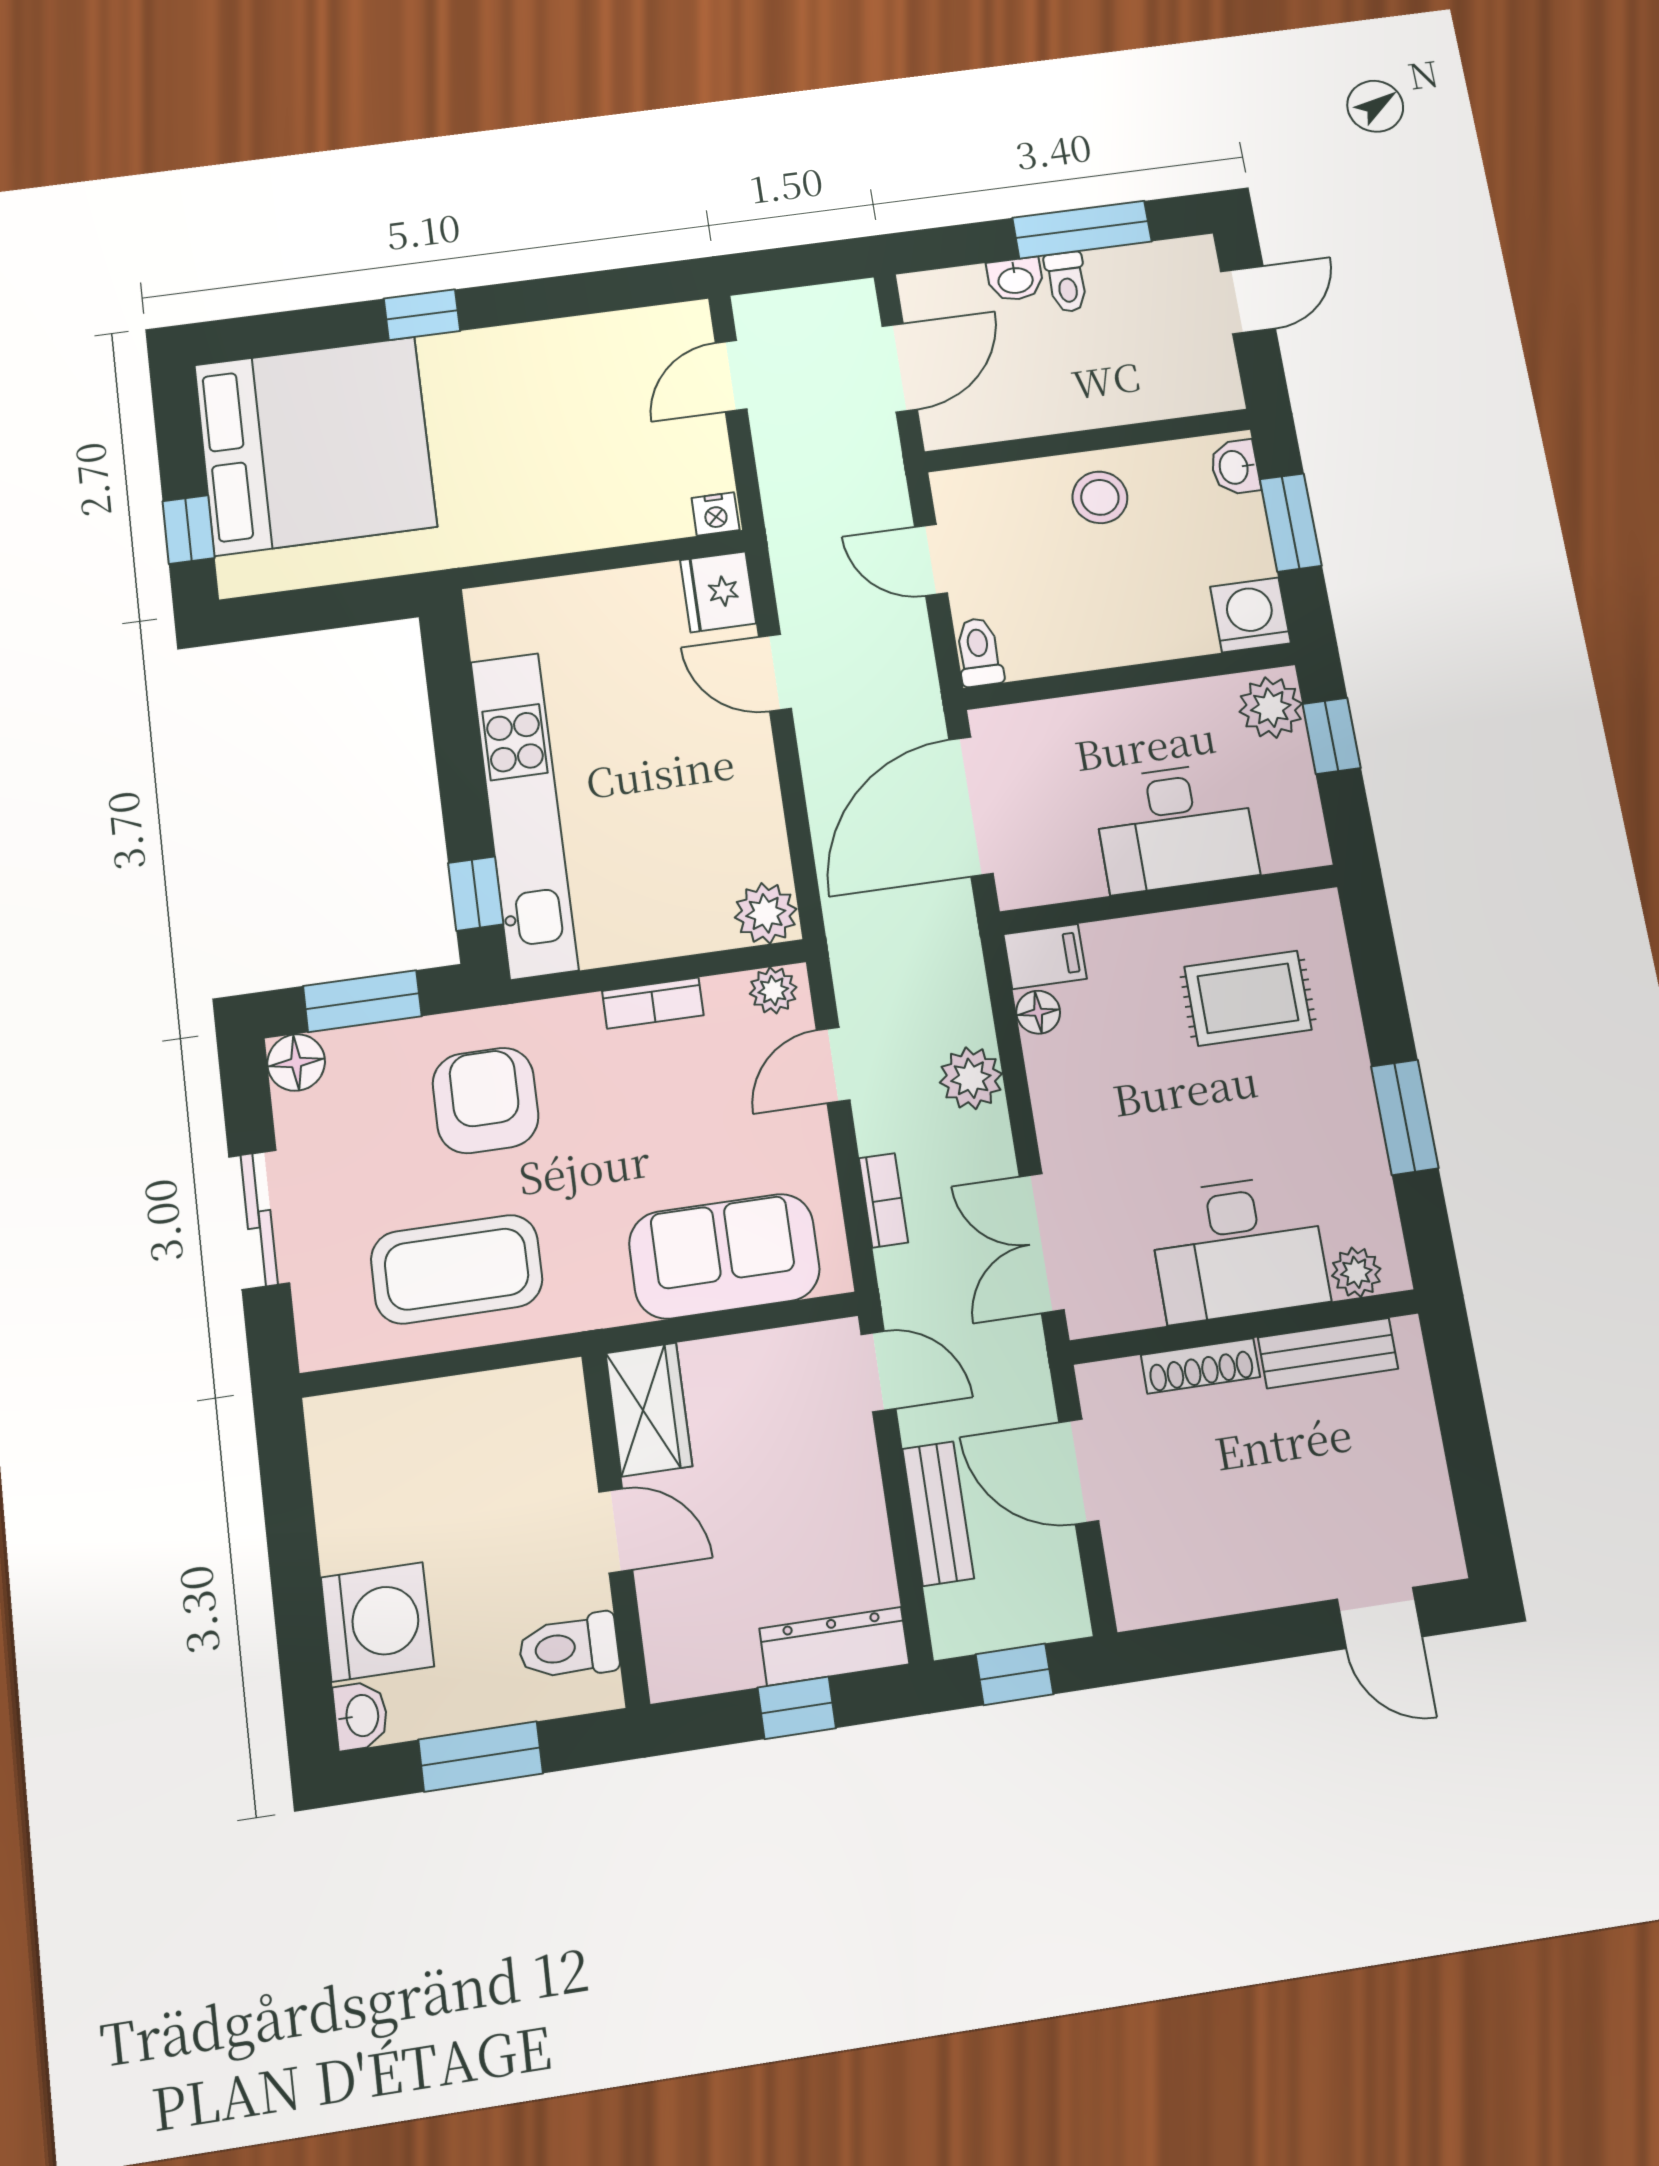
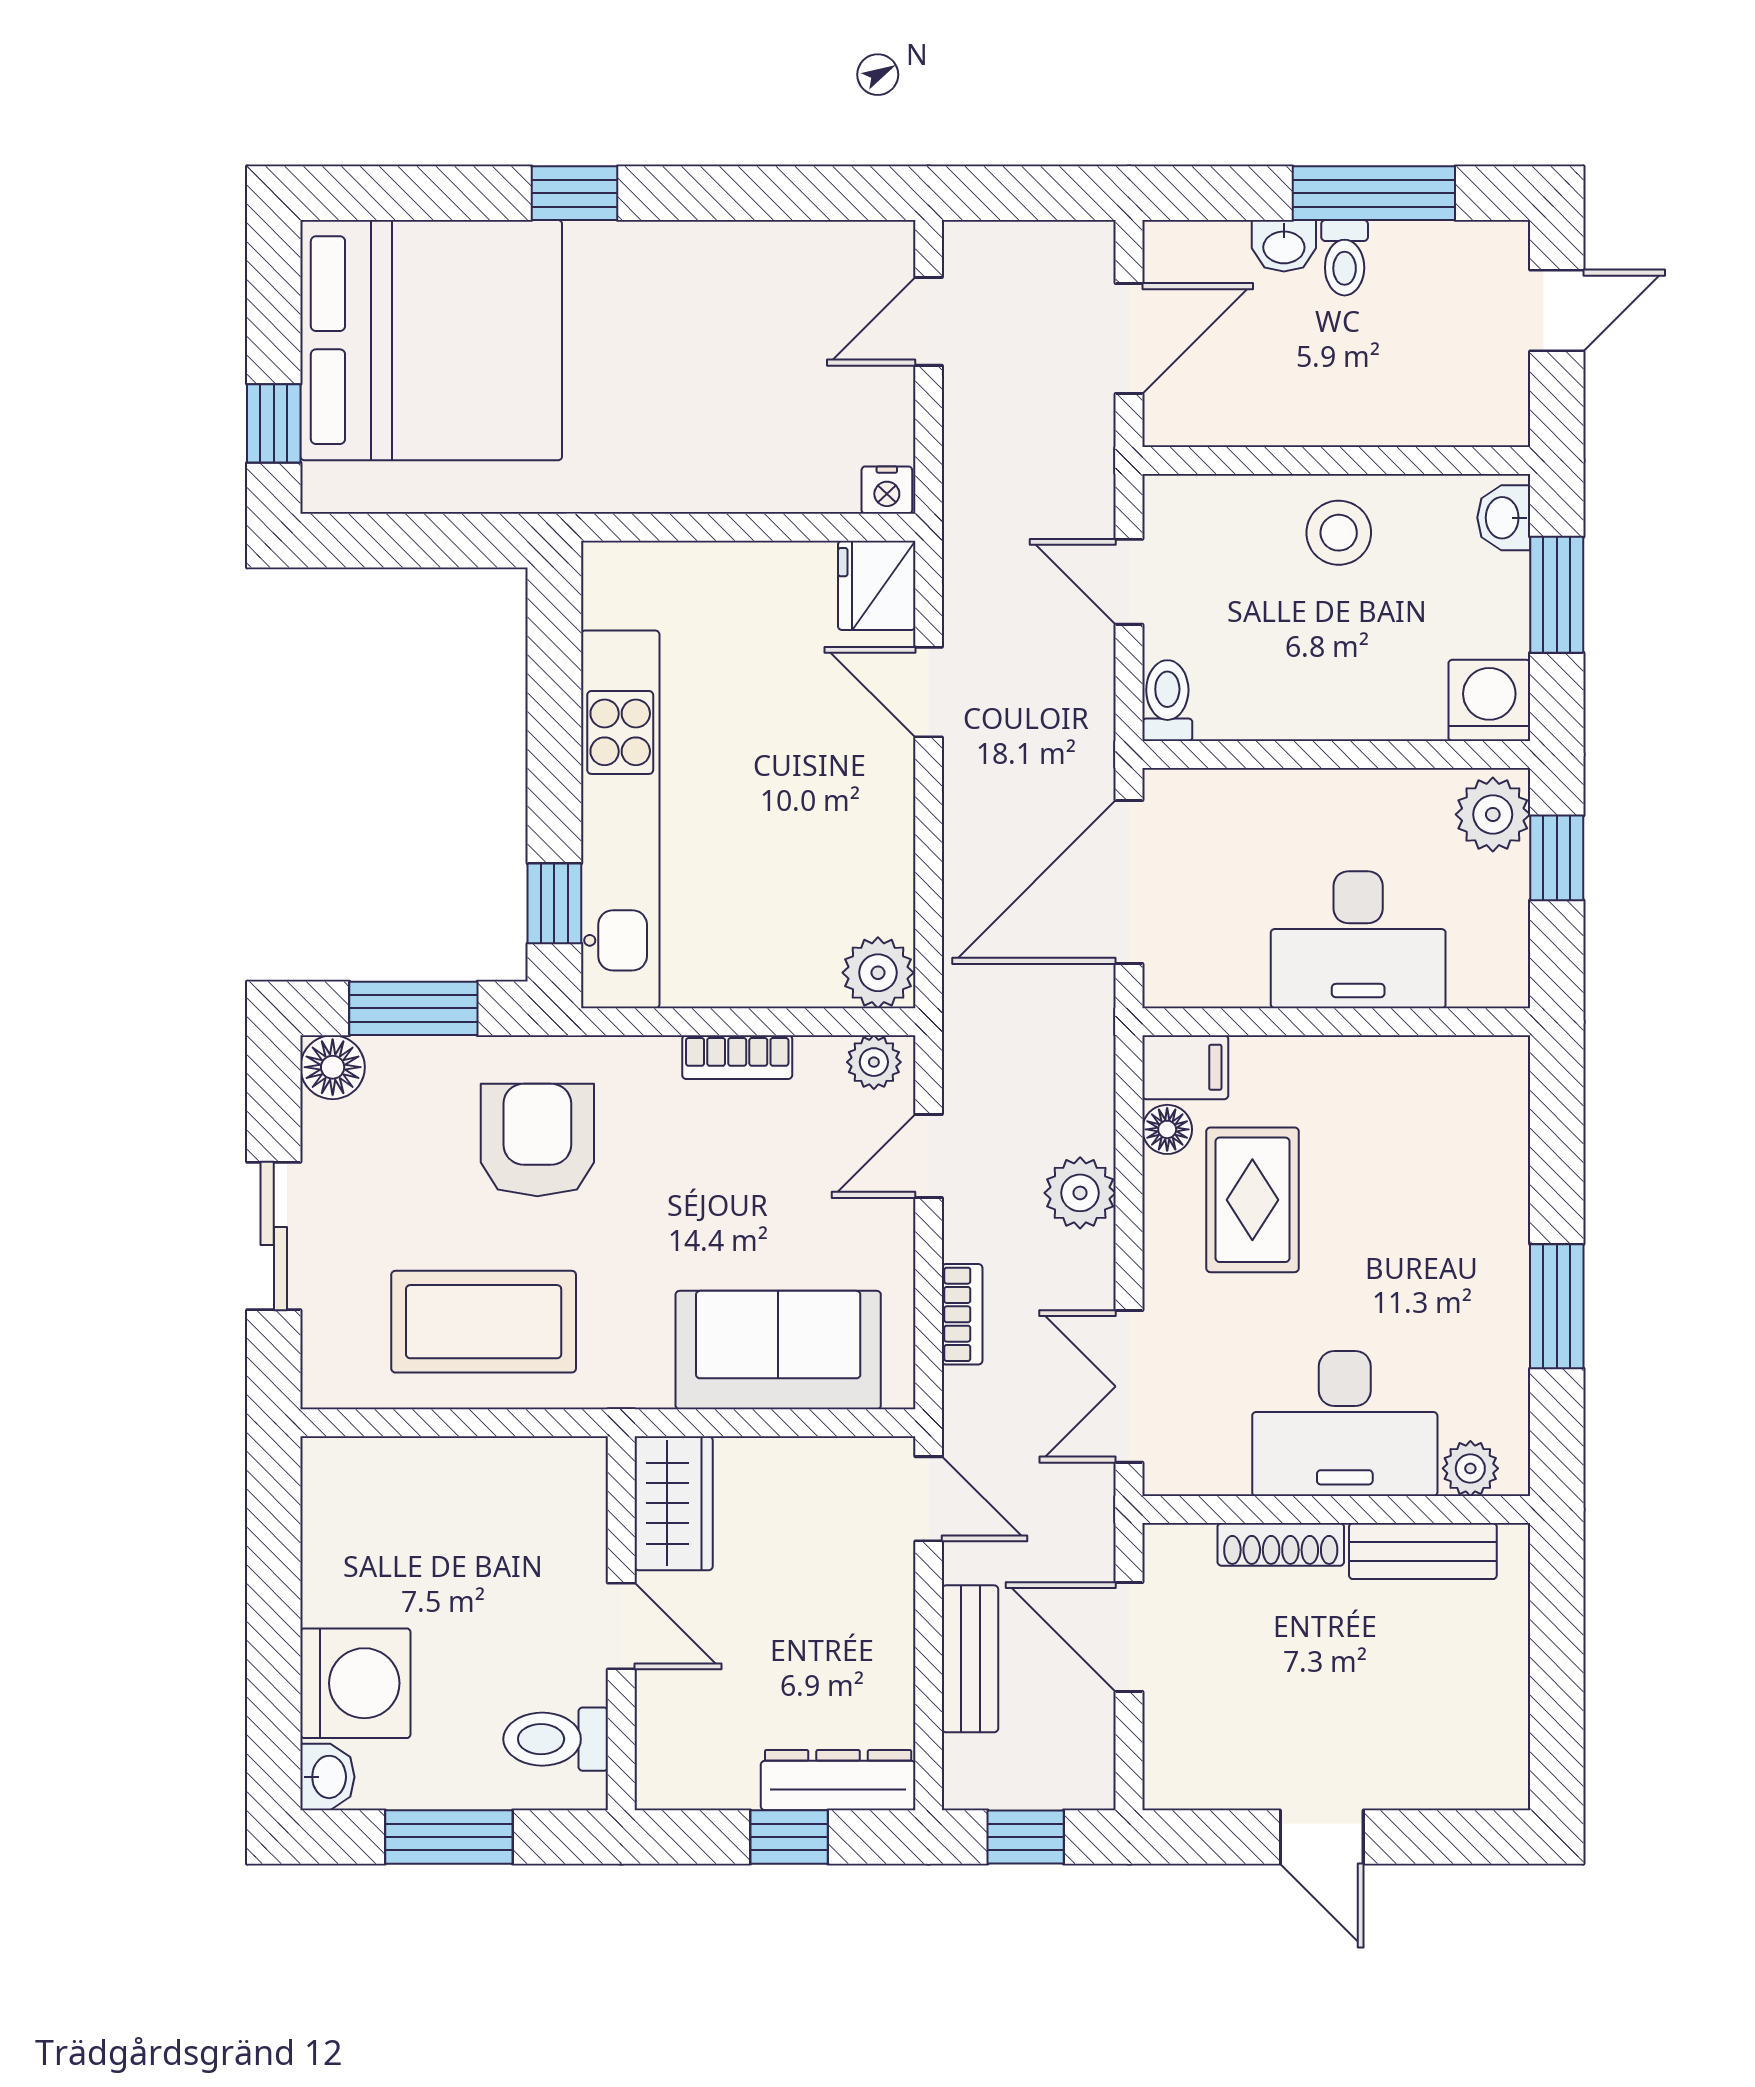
rug: (1248, 998) -> (1252, 1200), moved, turned 90
door: (1379, 1618) -> (1322, 1837), moved

